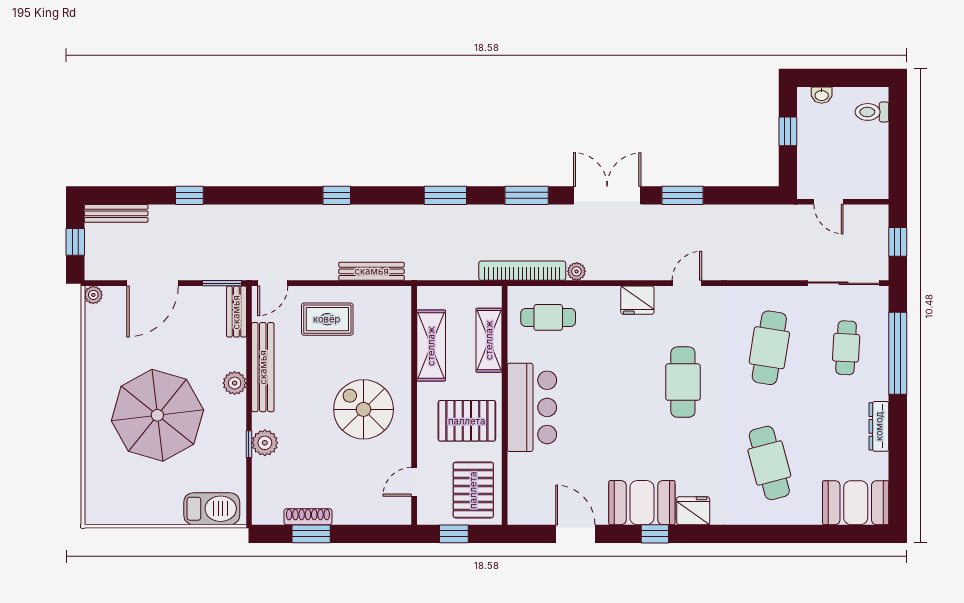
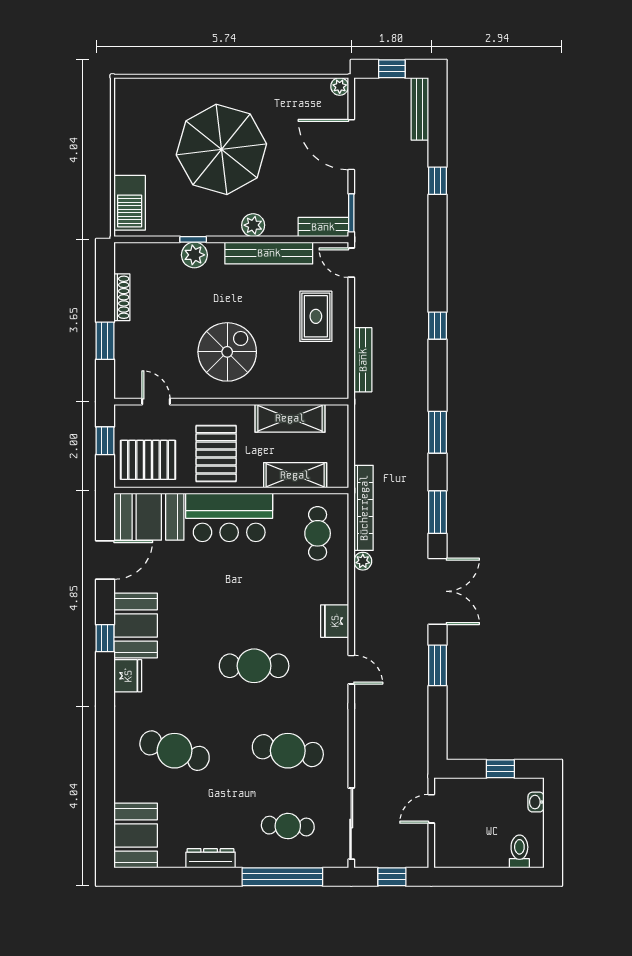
cafe table: (769, 463) -> (175, 751), turned 33
booth: (531, 489) -> (149, 517), added
window: (311, 534) -> (105, 341), moved

